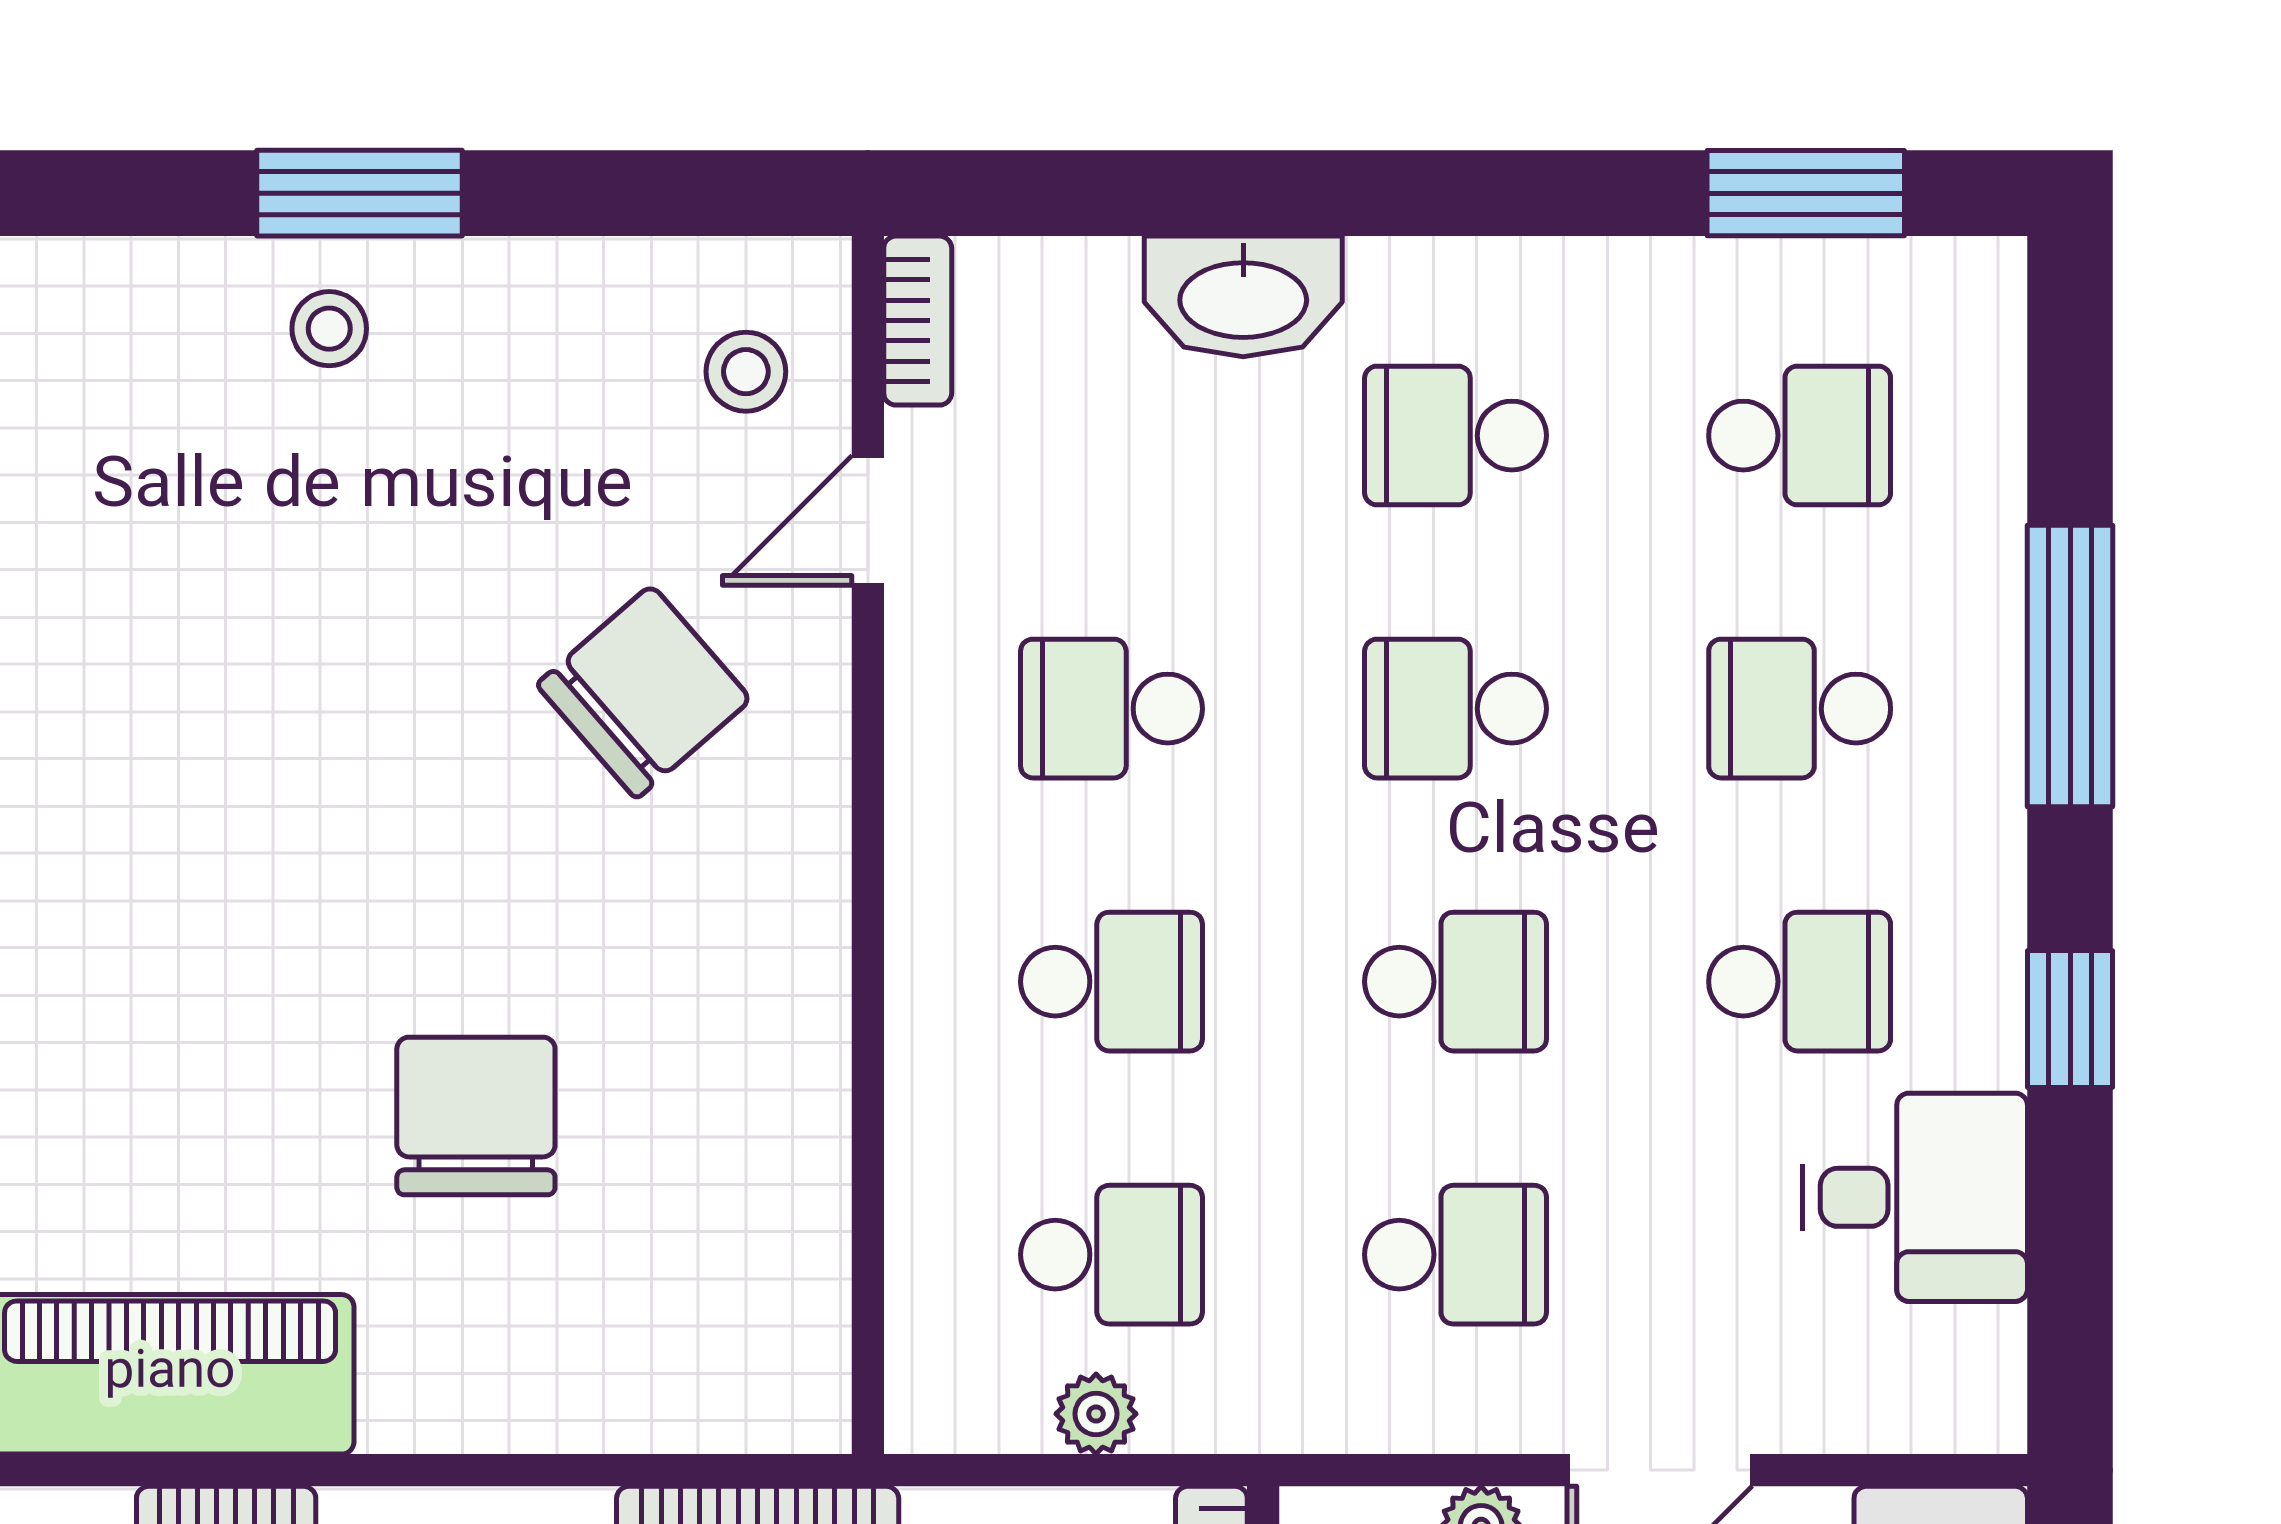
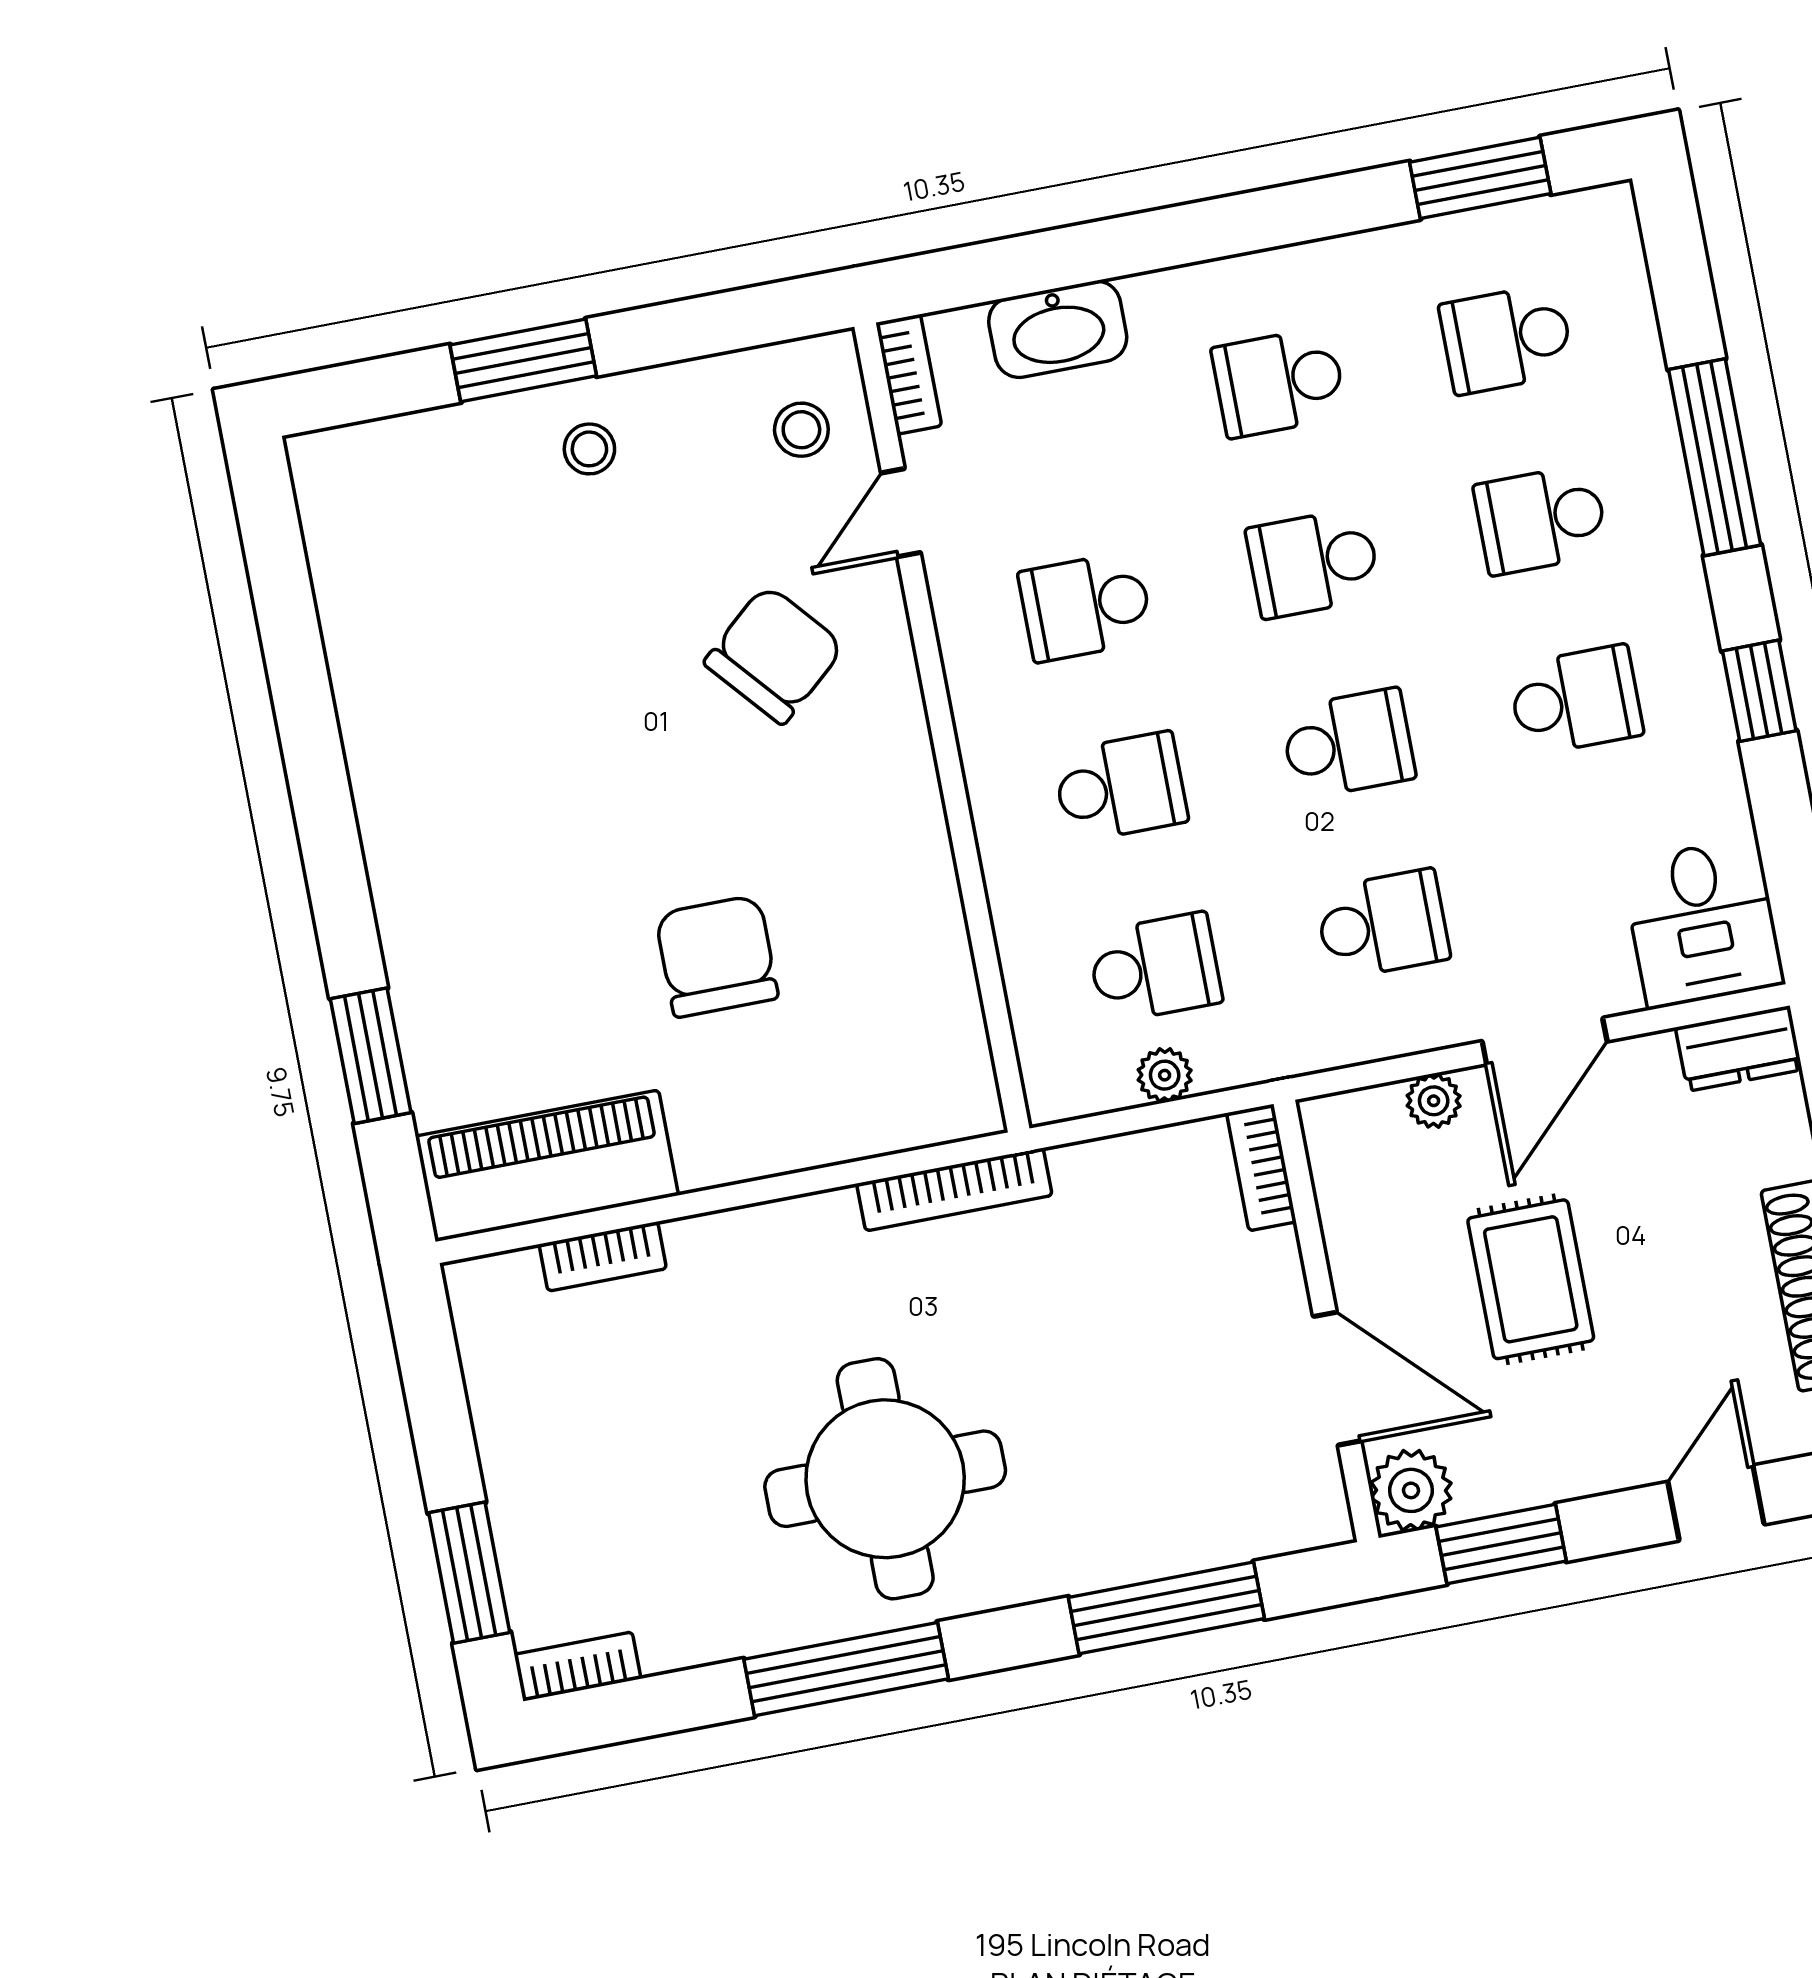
washbasin: (1243, 296) -> (1058, 329), moved
stool: (329, 329) -> (589, 449), moved
school desk: (1800, 436) -> (1507, 339), turned 180
desk: (1915, 1197) -> (1703, 923), moved, turned 90

